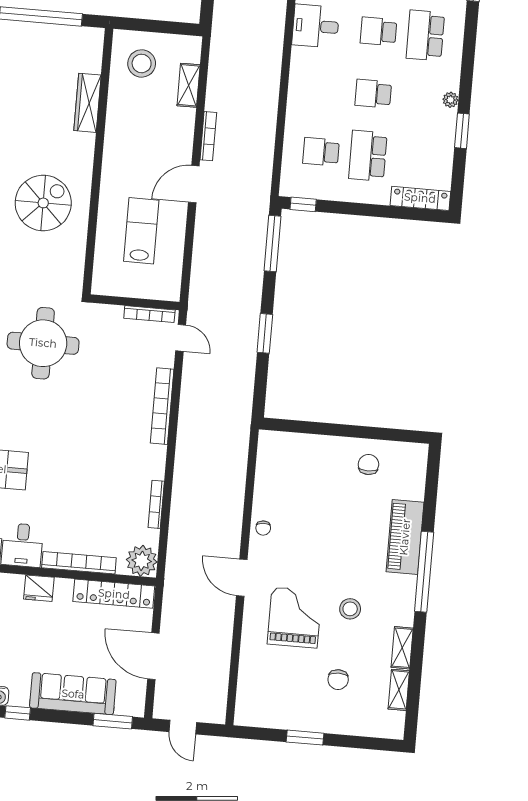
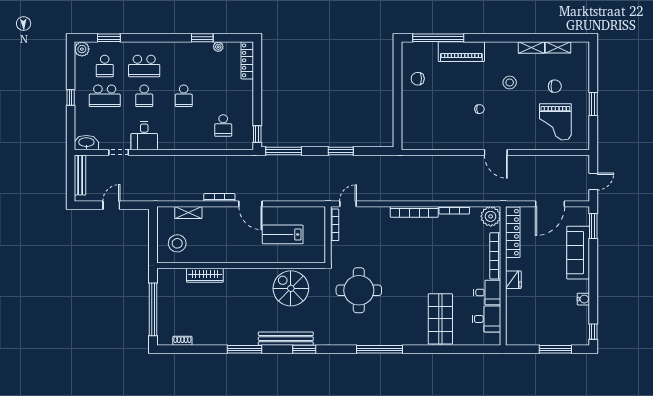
plant: (451, 100) -> (218, 47), moved
school desk: (368, 156) -> (223, 96), removed
spiral stairs: (43, 203) -> (291, 288), moved
bookcase: (162, 406) -> (414, 212), moved
chair: (263, 528) -> (479, 109), moved
window: (424, 572) -> (438, 38), moved
door: (242, 578) -> (496, 152), hinge flipped
grand piano: (295, 618) -> (555, 122), moved, turned -90
window: (18, 713) -> (593, 286), removed

